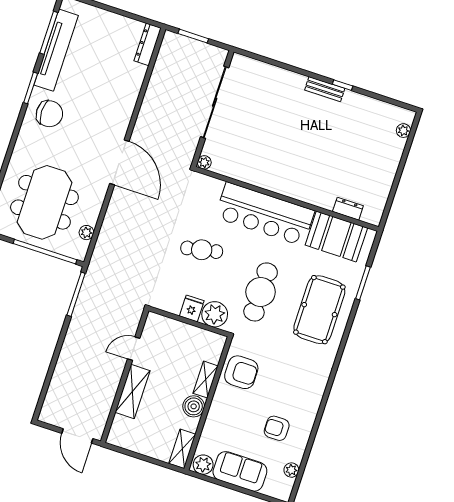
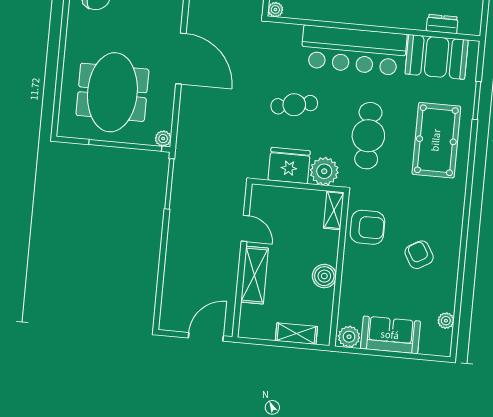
door: (119, 162) -> (181, 59), moved
plant: (86, 233) -> (163, 139), moved
fridge: (192, 308) -> (289, 166), width x1.88, depth x1.34
door: (134, 349) -> (245, 228), swing flipped
shelving: (206, 380) -> (334, 210), moved
armchair: (277, 428) -> (419, 255), moved, turned 60
door: (77, 436) -> (206, 337), swing flipped
shelving: (182, 449) -> (296, 334), moved, turned 90

